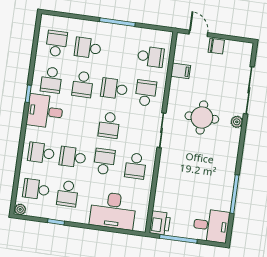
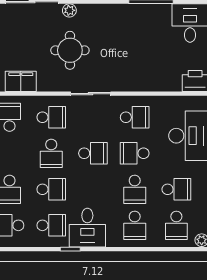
filing cabinet: (181, 71) -> (21, 81), width x2.00
school desk: (146, 93) -> (51, 117), turned 180

